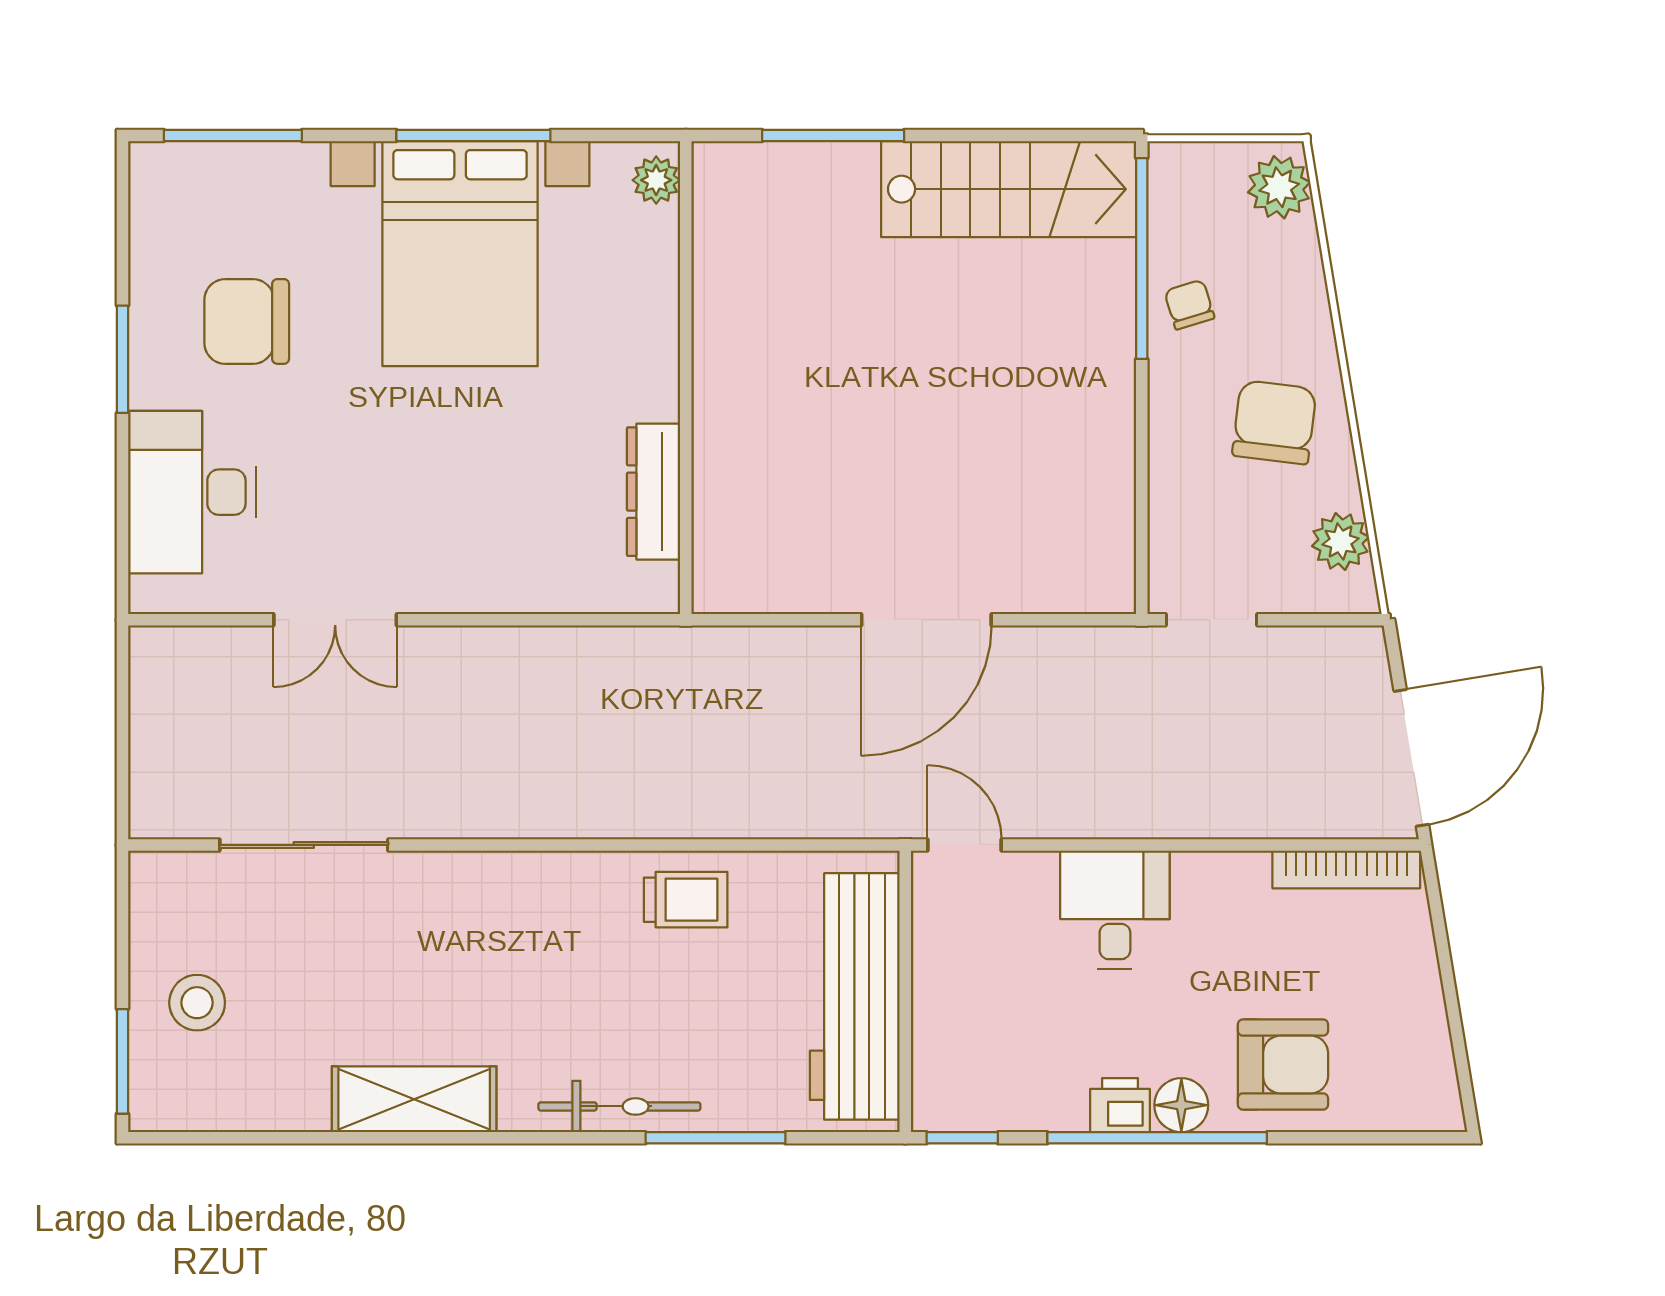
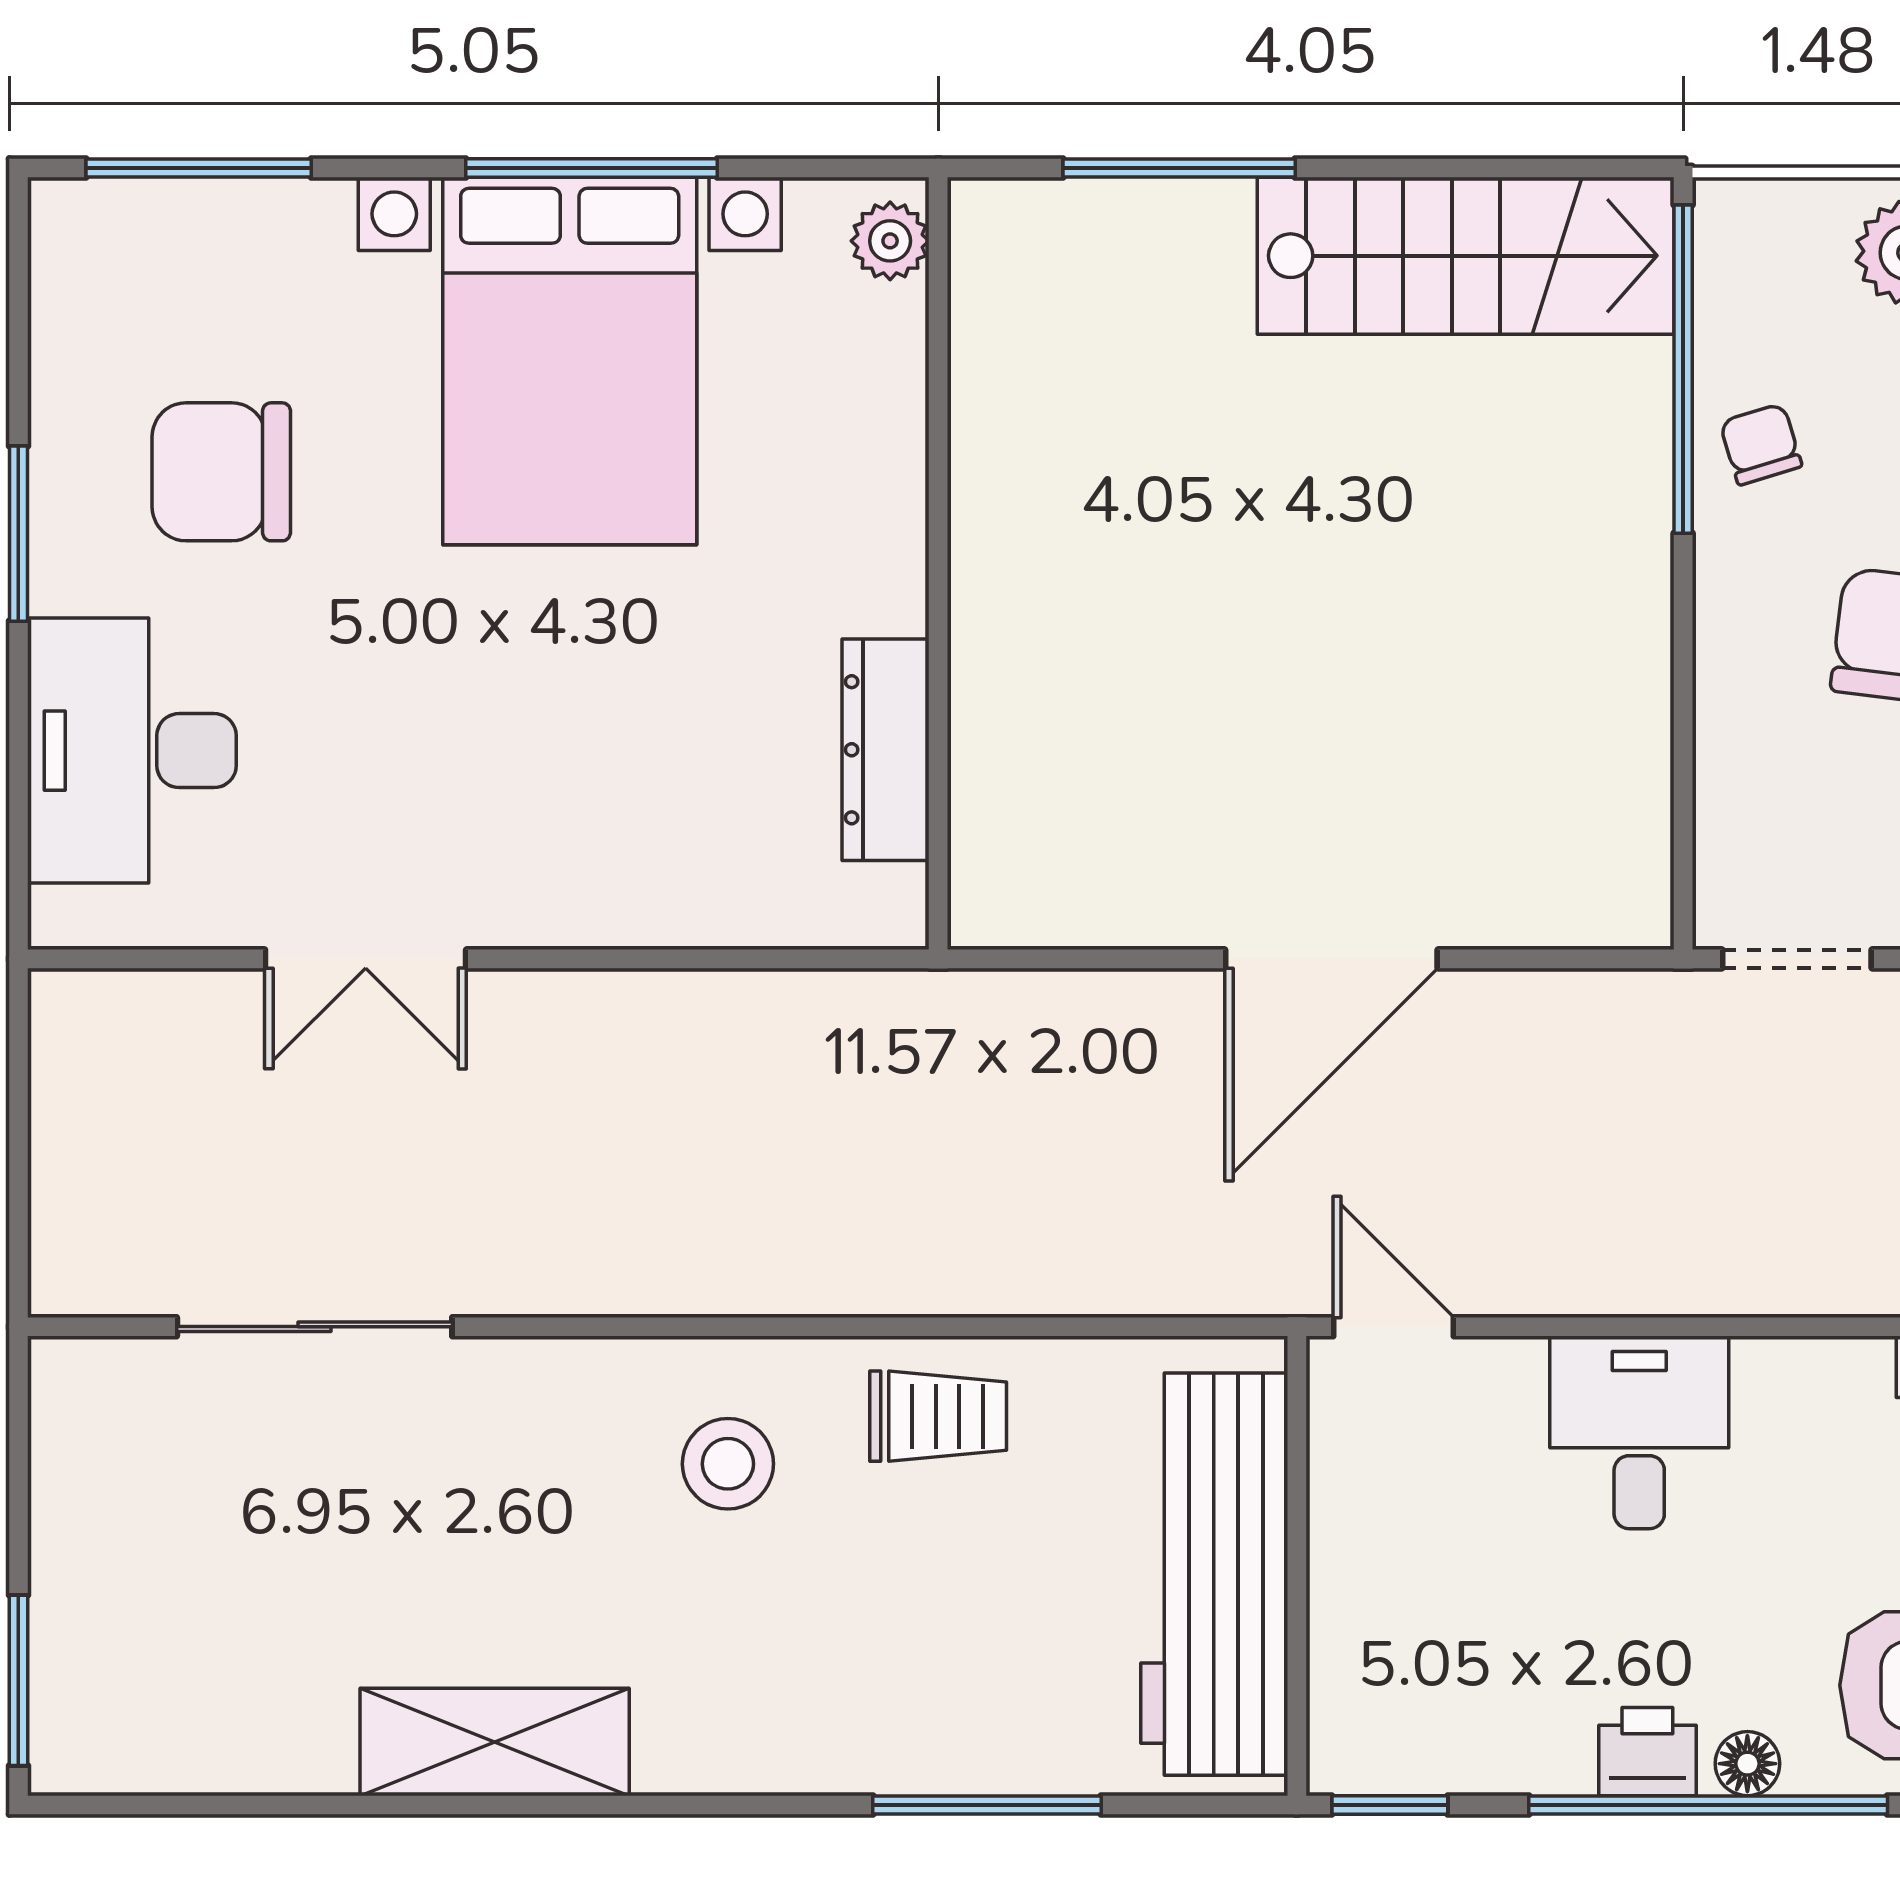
stool: (197, 1003) -> (728, 1464), moved
floor lamp: (1181, 1105) -> (1747, 1764), width x0.73, depth x0.73
bicycle: (619, 1106) -> (830, 1754), removed

